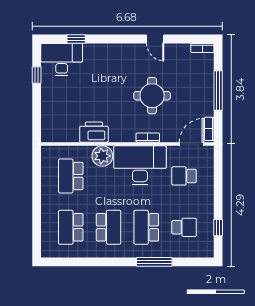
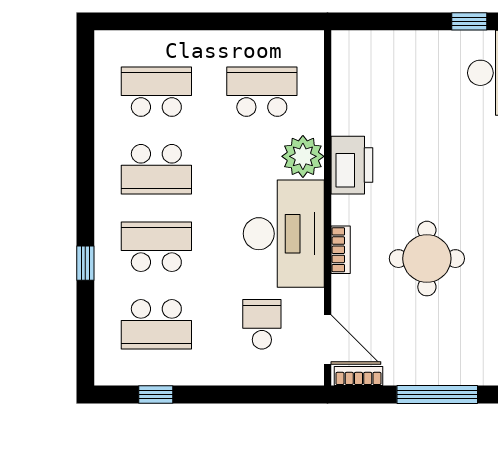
printer: (94, 132) -> (352, 165), moved
school desk: (184, 227) -> (156, 324), width x1.85
window: (154, 262) -> (85, 263), width x0.46

